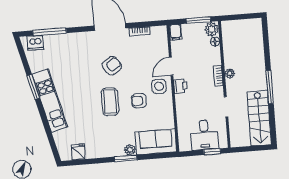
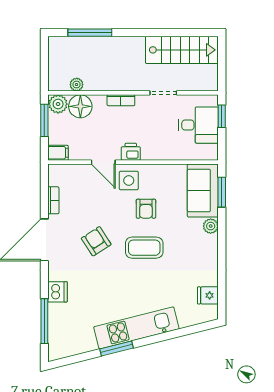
floor lamp: (215, 42) -> (80, 106), width x1.89, depth x1.89
dishwasher: (35, 43) -> (58, 292), moved
plant: (230, 74) -> (77, 85), moved
window: (270, 87) -> (90, 33), moved
window: (126, 158) -> (222, 192), moved

